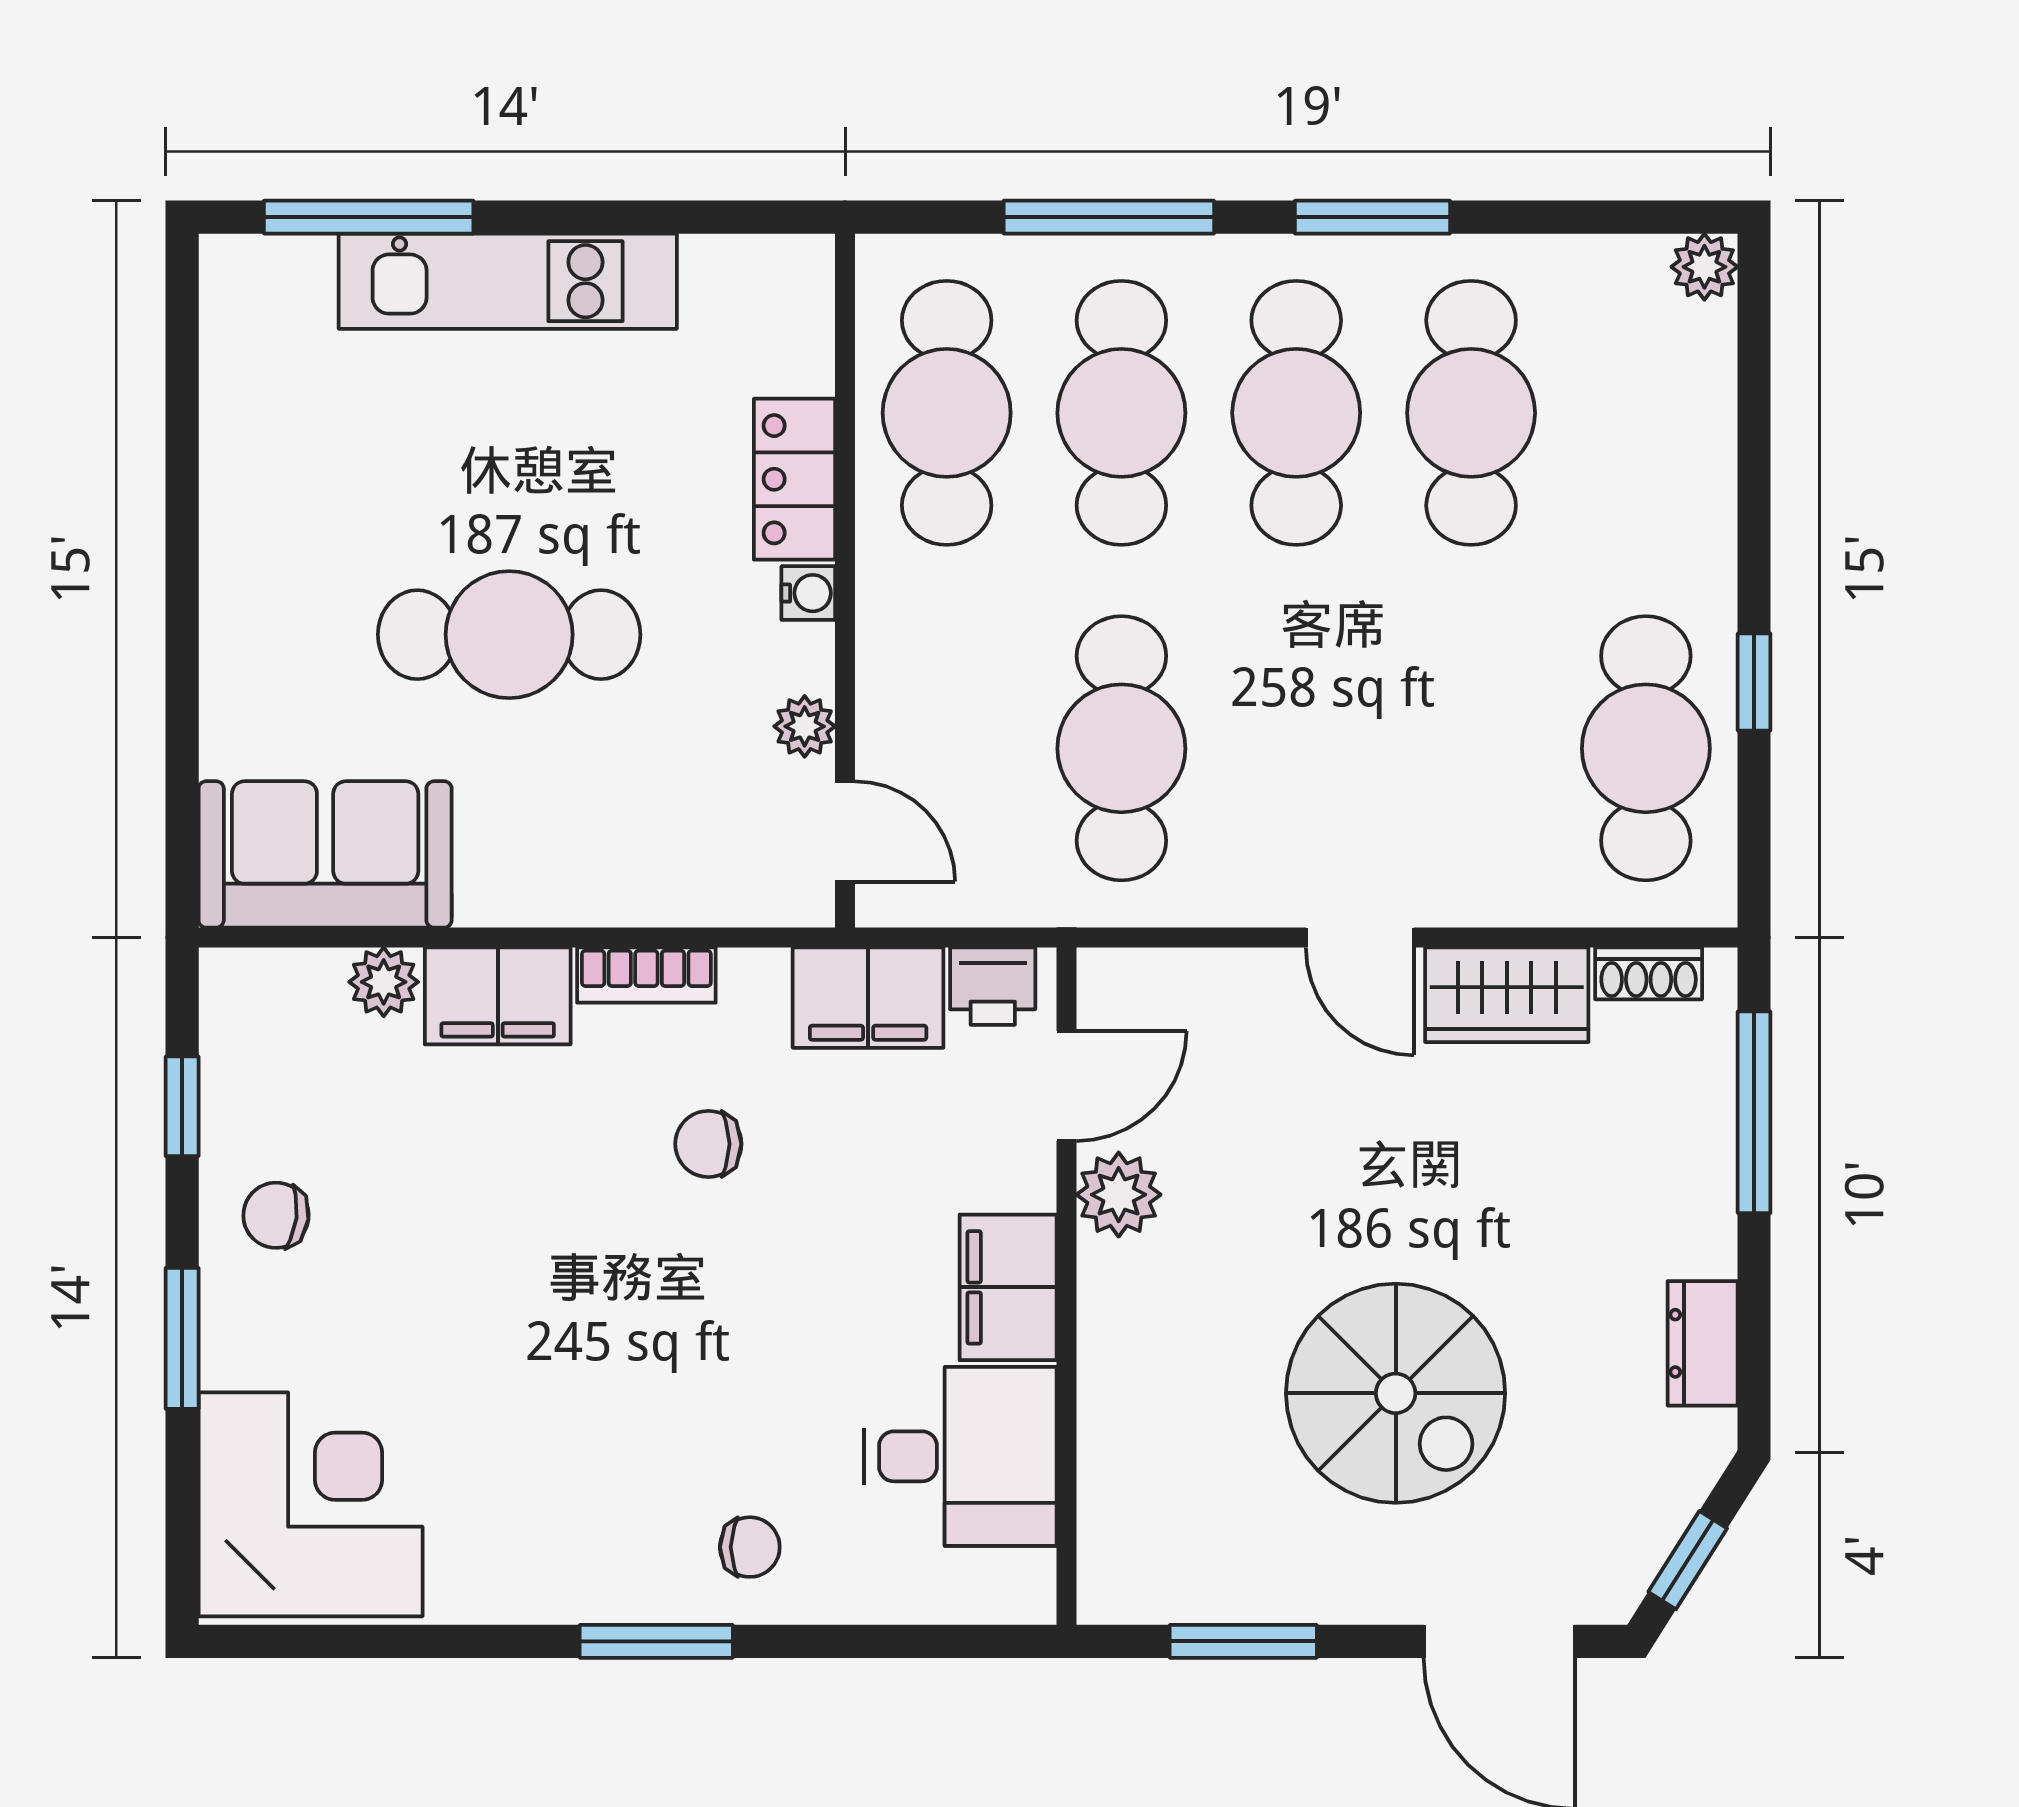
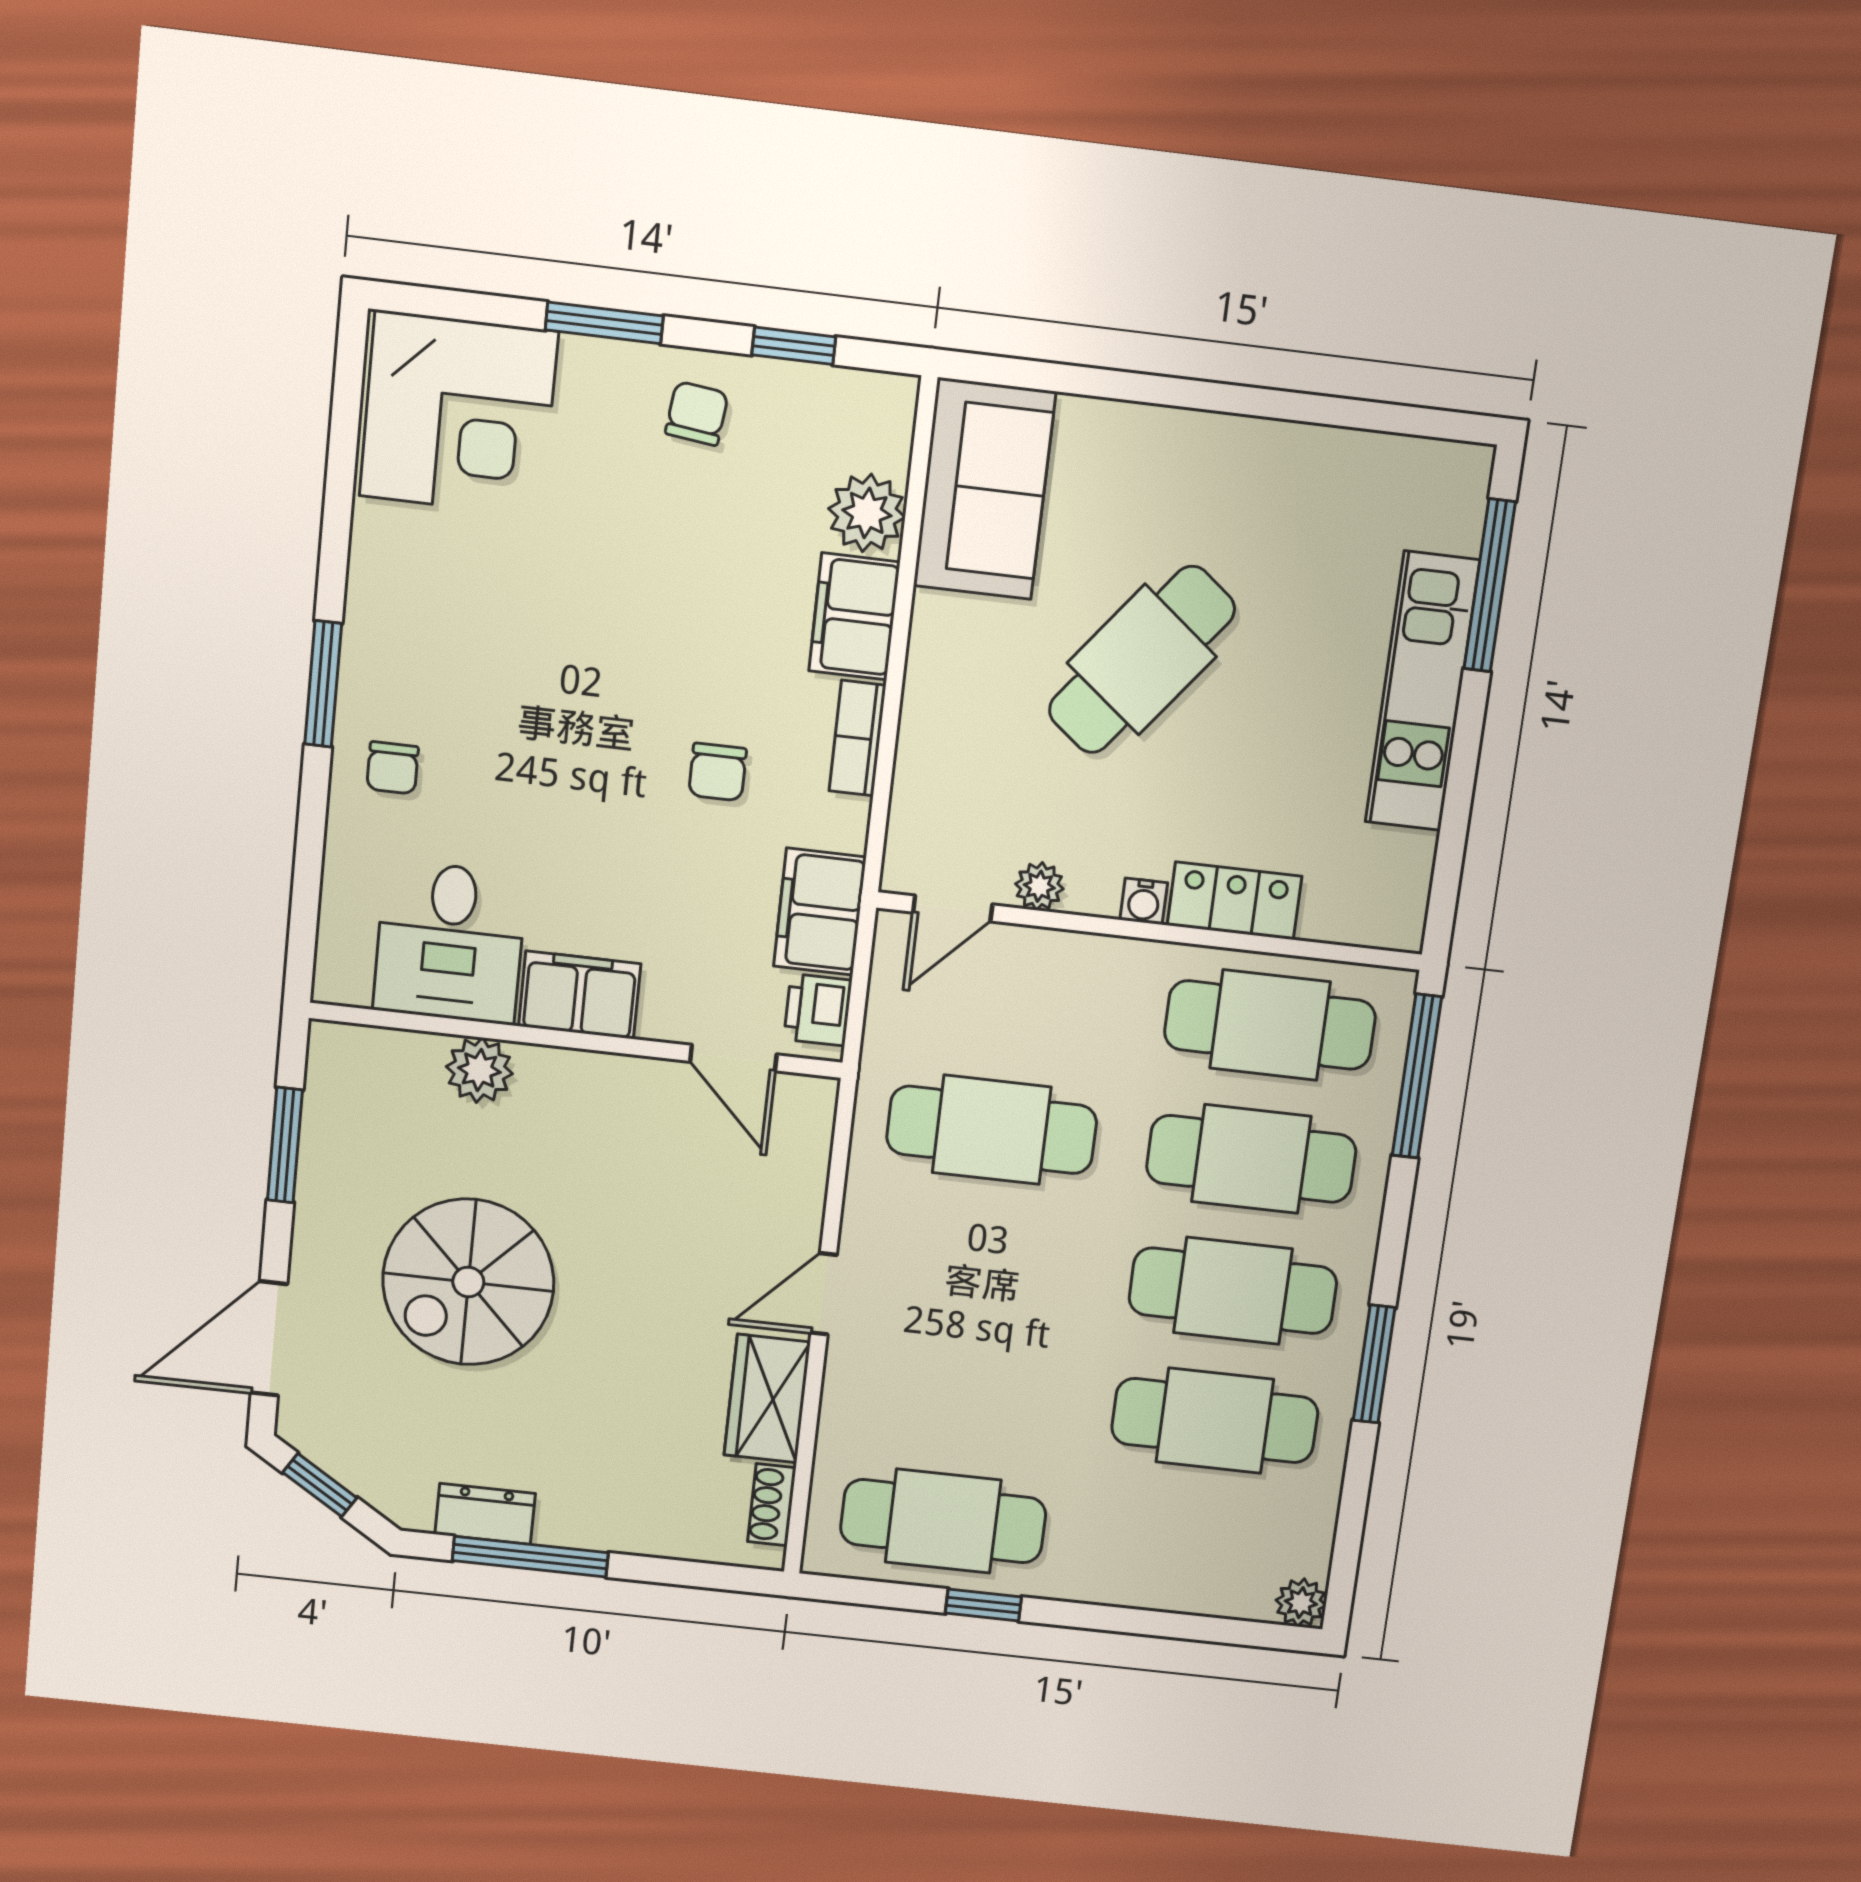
window: (1109, 217) -> (1417, 1076), moved
cafe table: (509, 635) -> (1142, 660), turned 38
plant: (384, 982) -> (867, 513), width x1.38, depth x1.38
window: (1754, 1112) -> (530, 1557), moved
chair: (708, 1144) -> (718, 772), turned 180
plant: (1119, 1195) -> (479, 1070), moved

